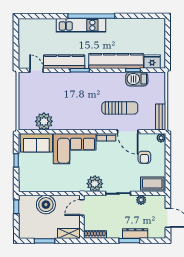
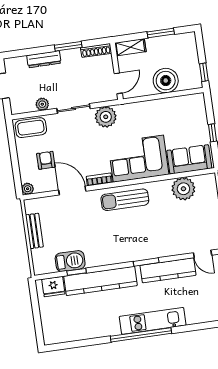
sun lounger: (120, 108) -> (125, 200), moved
bench: (161, 117) -> (34, 231), moved
window: (129, 241) -> (68, 46), moved

